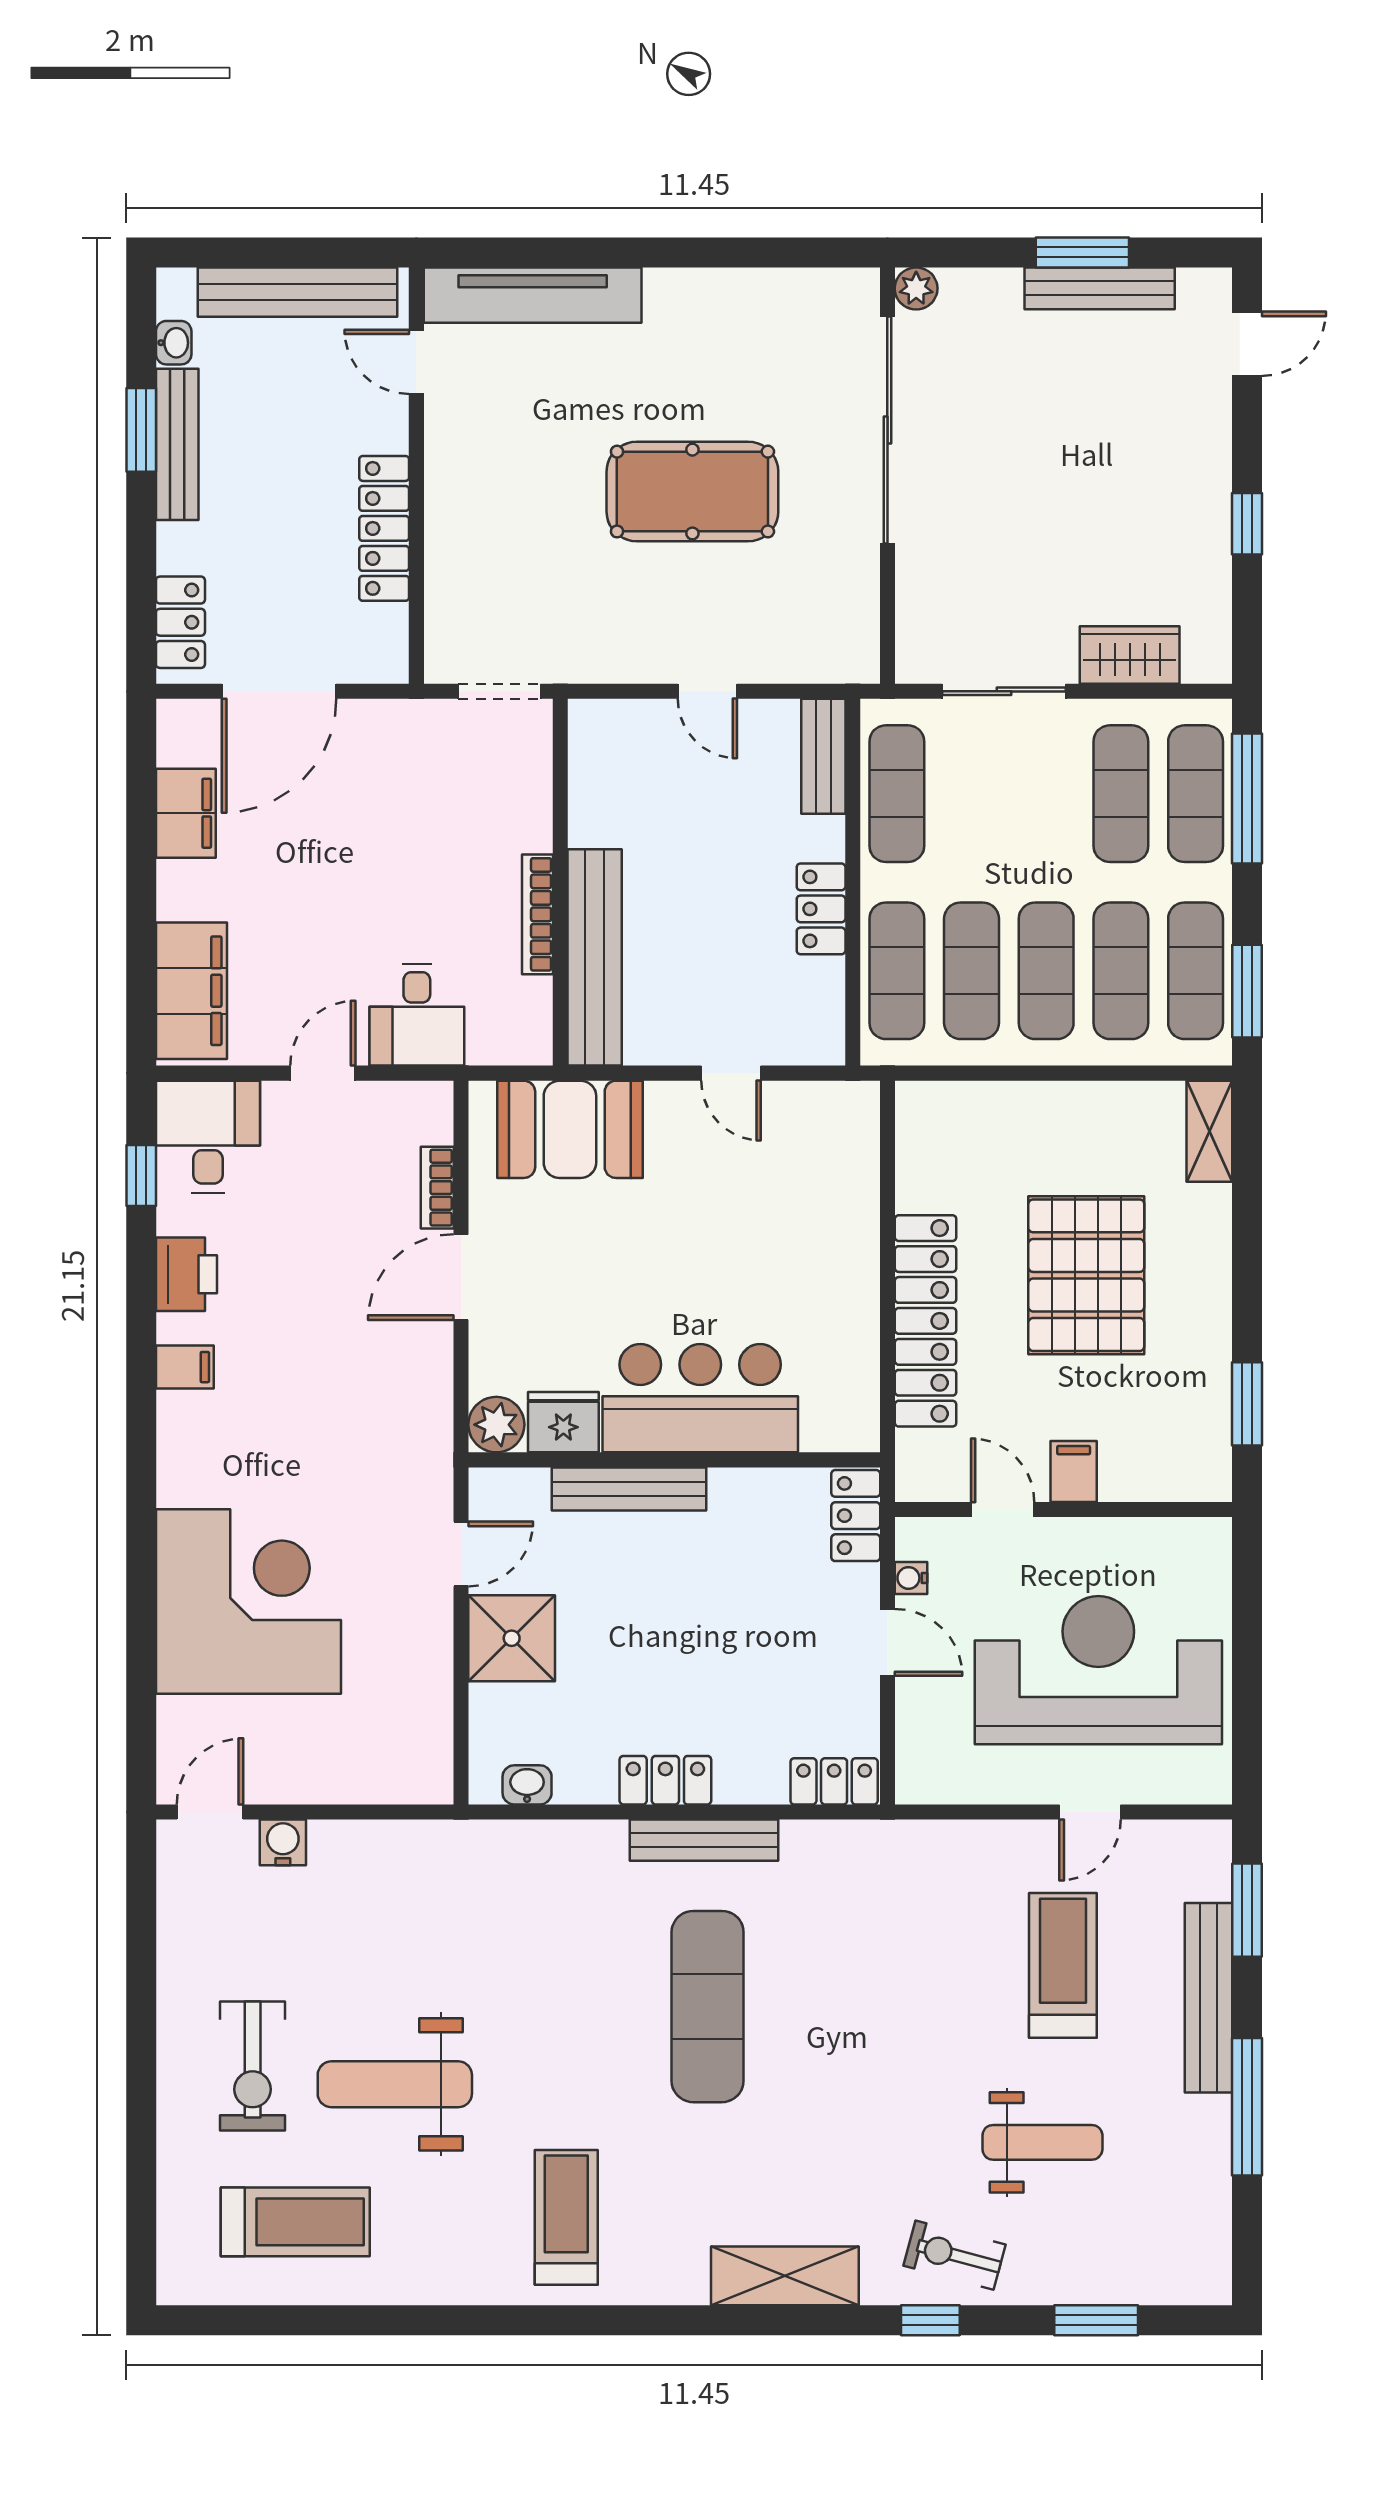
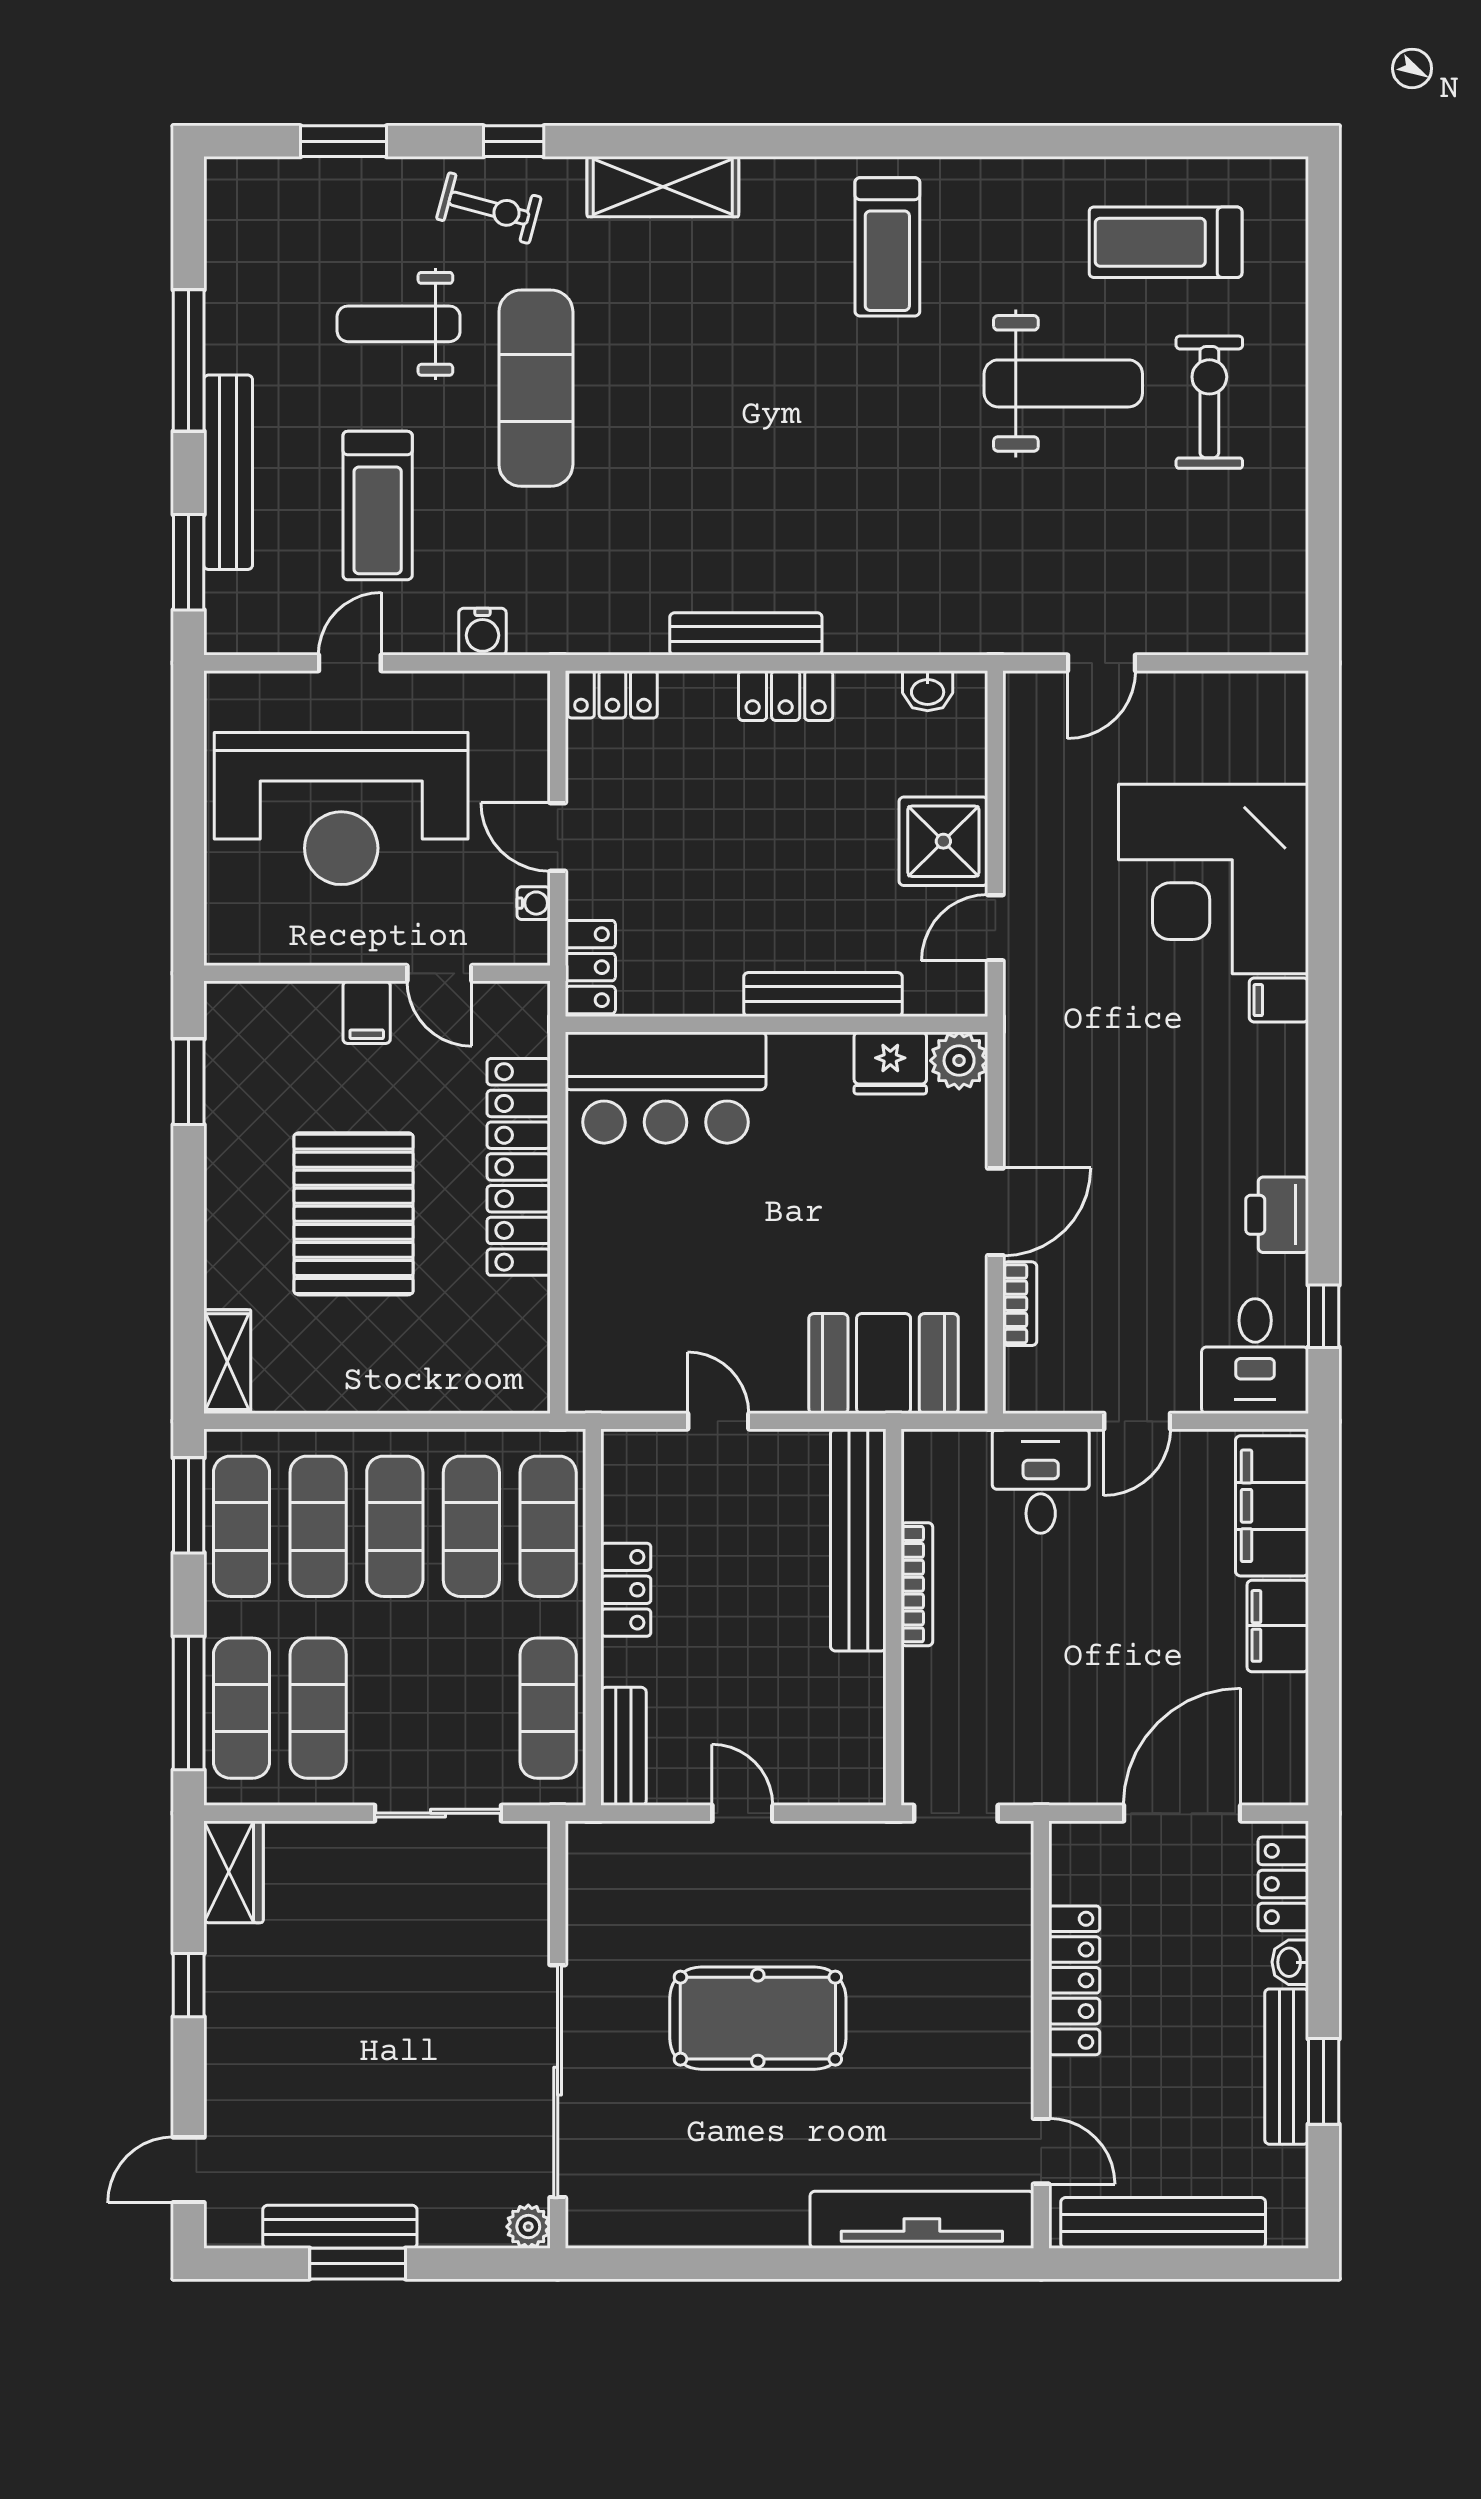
washbasin: (174, 343) -> (1290, 1962), moved
wardrobe: (1130, 655) -> (234, 1872), moved, turned -90
filing cabinet: (186, 813) -> (1278, 1626), moved
filing cabinet: (185, 1367) -> (1279, 1000), moved
bar counter: (700, 1398) -> (666, 1088), moved
door: (210, 1812) -> (1101, 663), moved
water cooler: (283, 1842) -> (482, 632), moved
exercise mat: (708, 2007) -> (536, 388), moved

